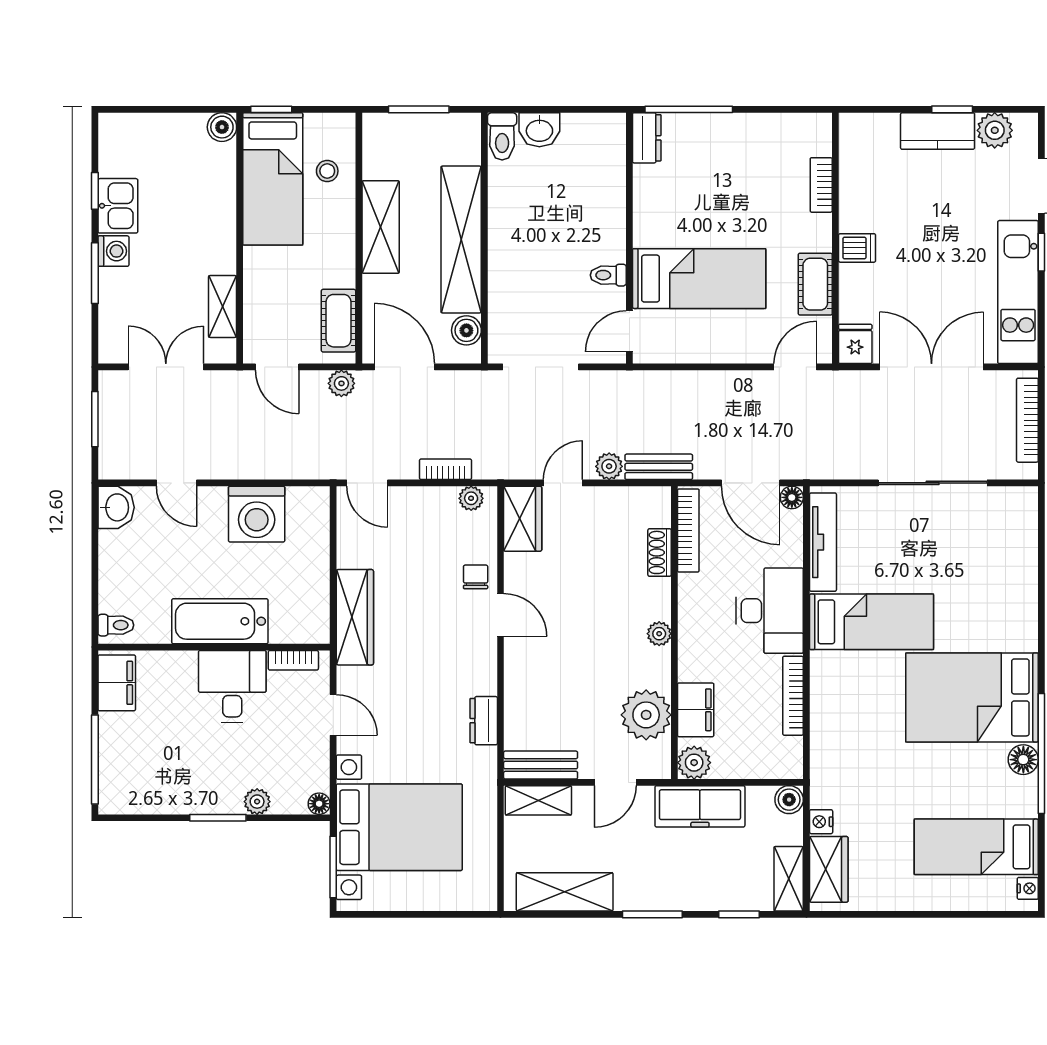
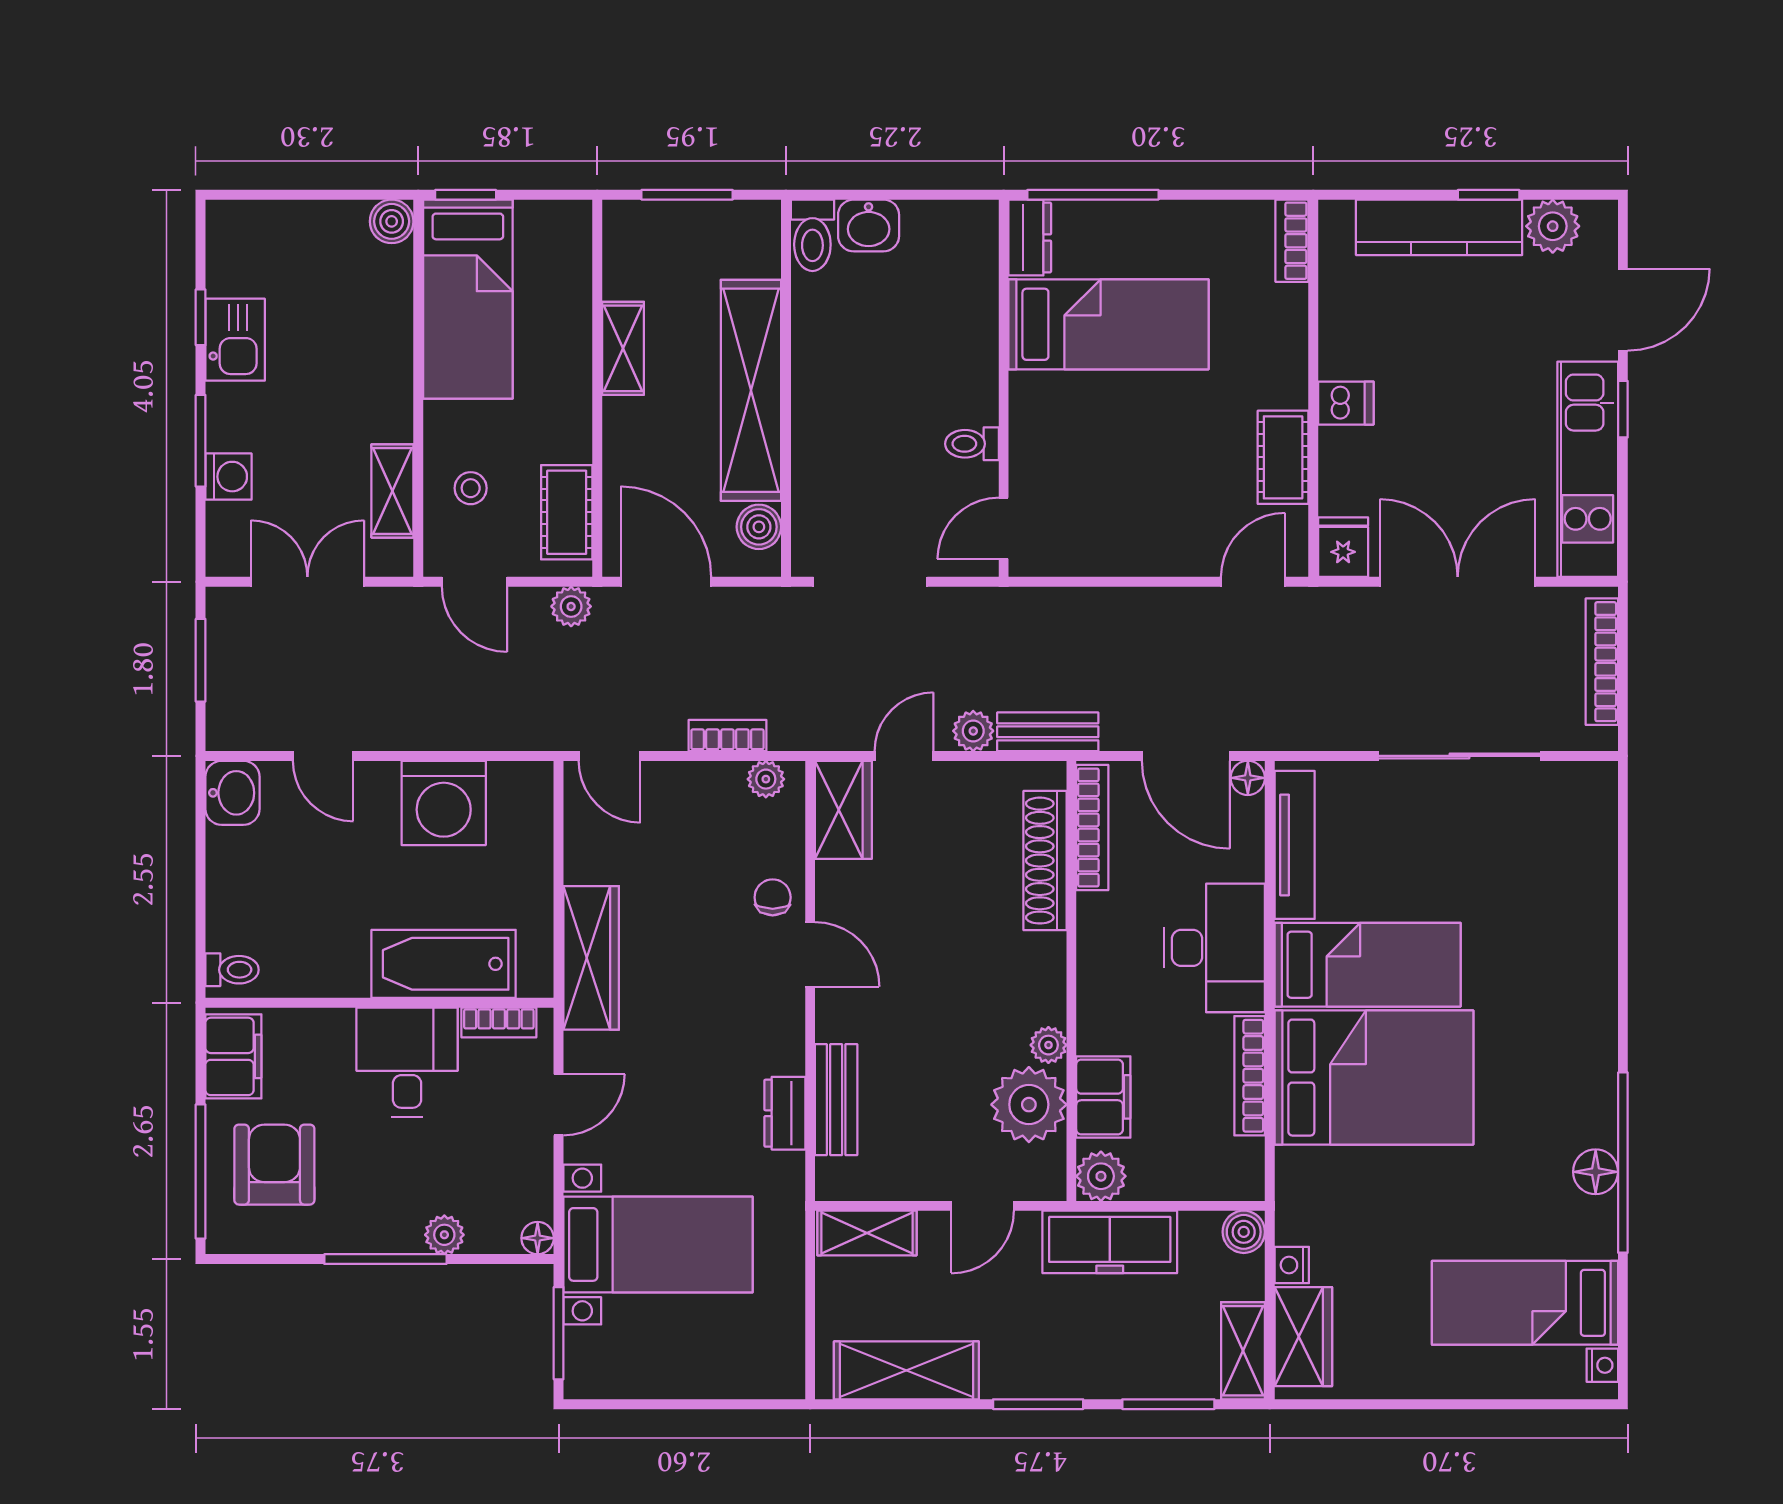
kitchen counter: (938, 131) -> (1439, 227), width x1.50
stool: (327, 171) -> (471, 488), moved
bookcase: (821, 185) -> (1292, 241), moved
shelving: (381, 227) -> (623, 348), width x0.67, depth x0.75
washing machine: (113, 251) -> (228, 477), moved
bed: (699, 279) -> (1109, 324), moved
shoe rack: (660, 552) -> (1045, 861), width x1.94, depth x1.24
bathtub: (220, 621) -> (444, 964), moved
plant: (659, 634) -> (1048, 1045), moved
bed: (972, 697) -> (1374, 1078), moved, turned 180
door: (333, 715) -> (559, 1105), hinge flipped
armchair: (144, 755) -> (274, 1165), added
bench: (541, 765) -> (836, 1100), moved, turned 90
window: (218, 818) -> (385, 1259), width x1.44
bed with nightstands: (399, 827) -> (658, 1244), width x0.73
window: (739, 914) -> (1168, 1404), width x1.50

